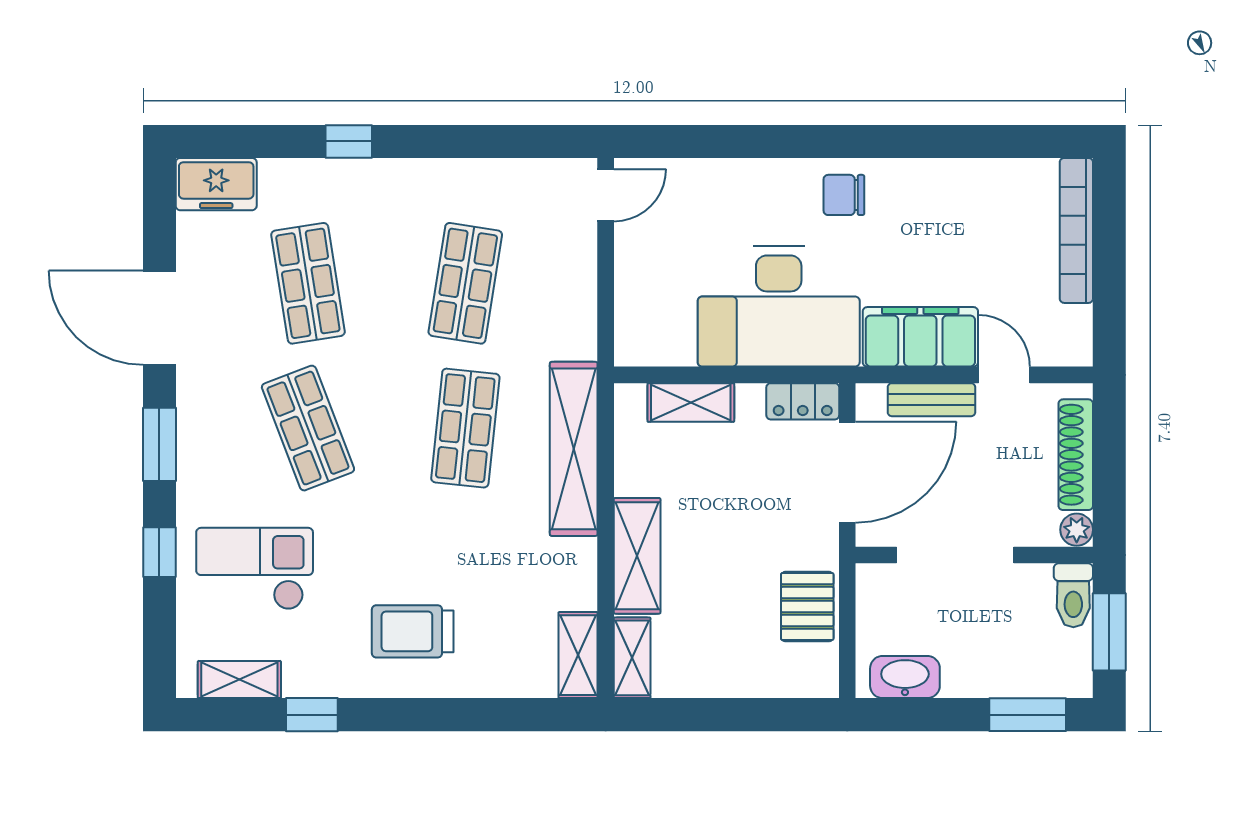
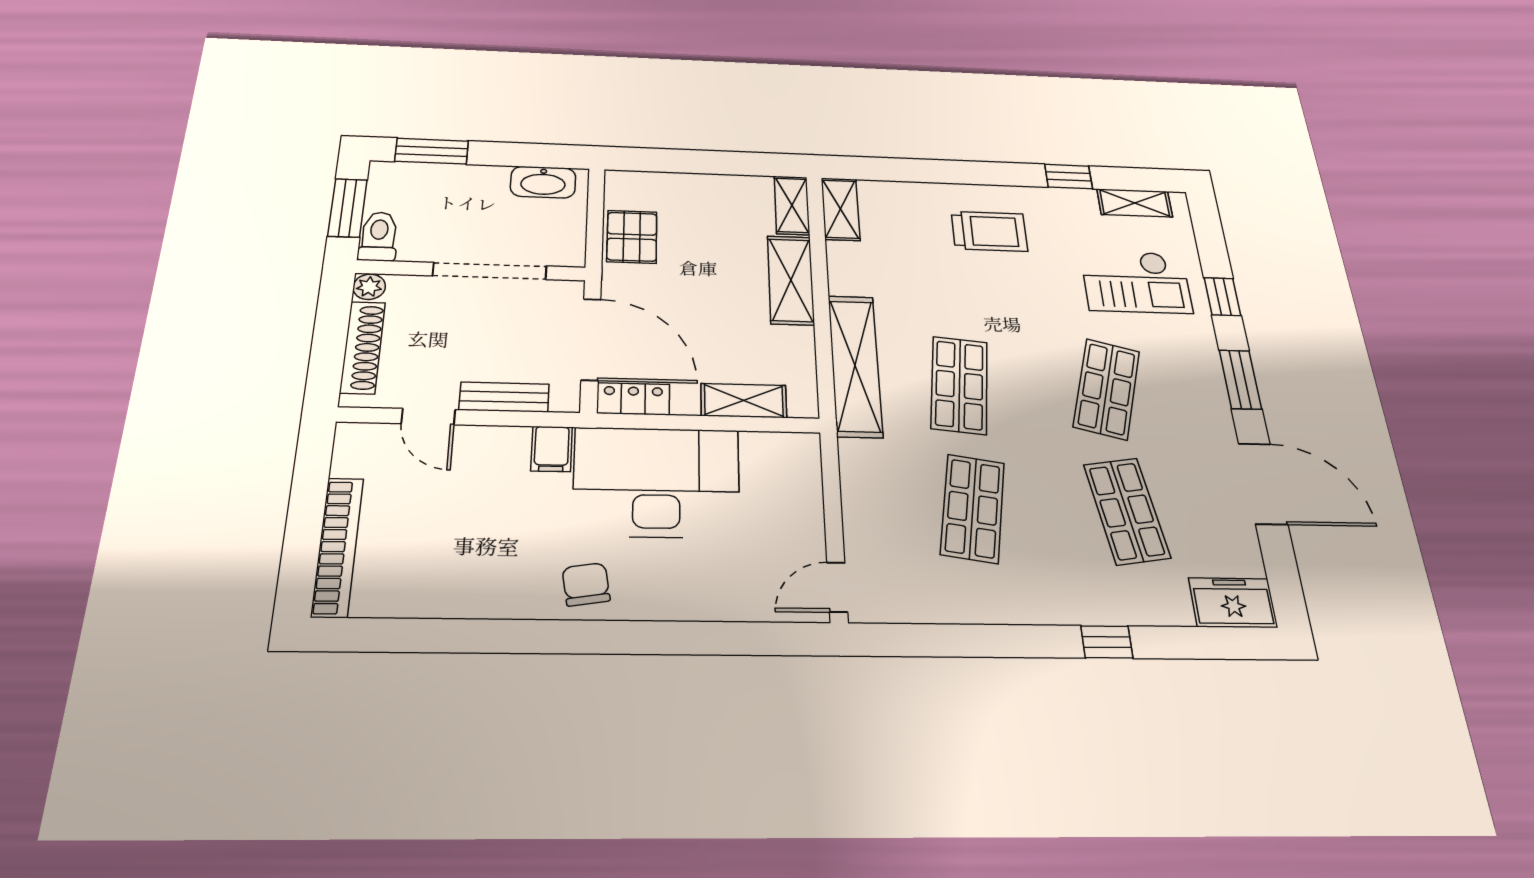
chair: (844, 195) -> (586, 584), turned -99
filing cabinet: (920, 337) -> (552, 449), width x0.33, depth x0.86
shop shelf: (308, 428) -> (1107, 389), turned 36
door: (847, 472) -> (591, 339), swing flipped

